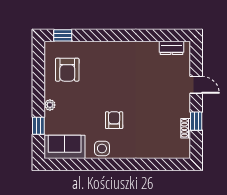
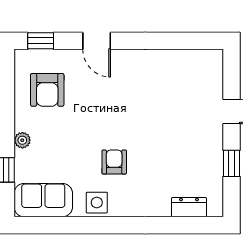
door: (102, 35) -> (97, 41), added
dresser: (171, 48) -> (189, 207), moved, turned 180
shoe rack: (186, 128) -> (216, 174), removed

